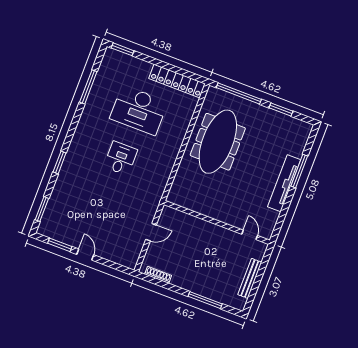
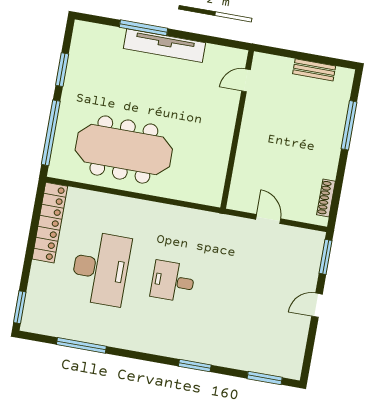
window: (60, 245) -> (326, 257), moved
bench: (250, 278) -> (314, 70), width x0.73

